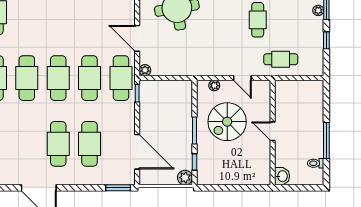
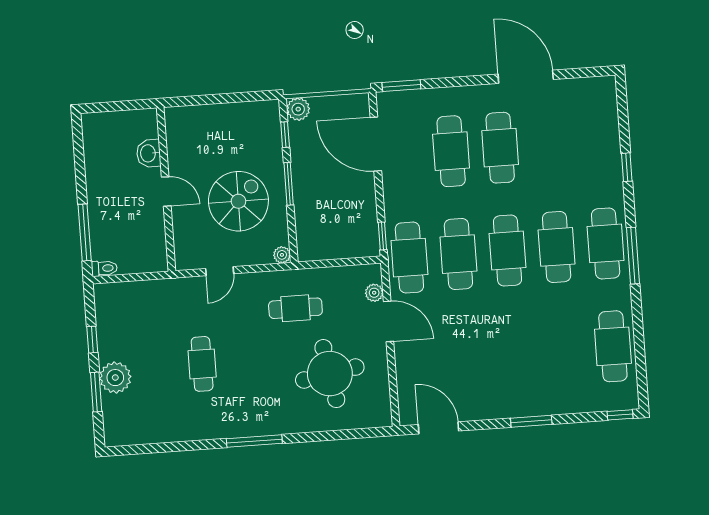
plant: (318, 10) -> (115, 378), width x1.87, depth x1.87
cafe table: (281, 59) -> (295, 308), moved
plant: (145, 70) -> (374, 293), moved
door: (242, 78) -> (220, 271), swing flipped
plant: (214, 86) -> (282, 255), moved
window: (326, 141) -> (85, 232), moved
toilet: (316, 163) -> (104, 268), moved
washbasin: (282, 176) -> (149, 153), moved

